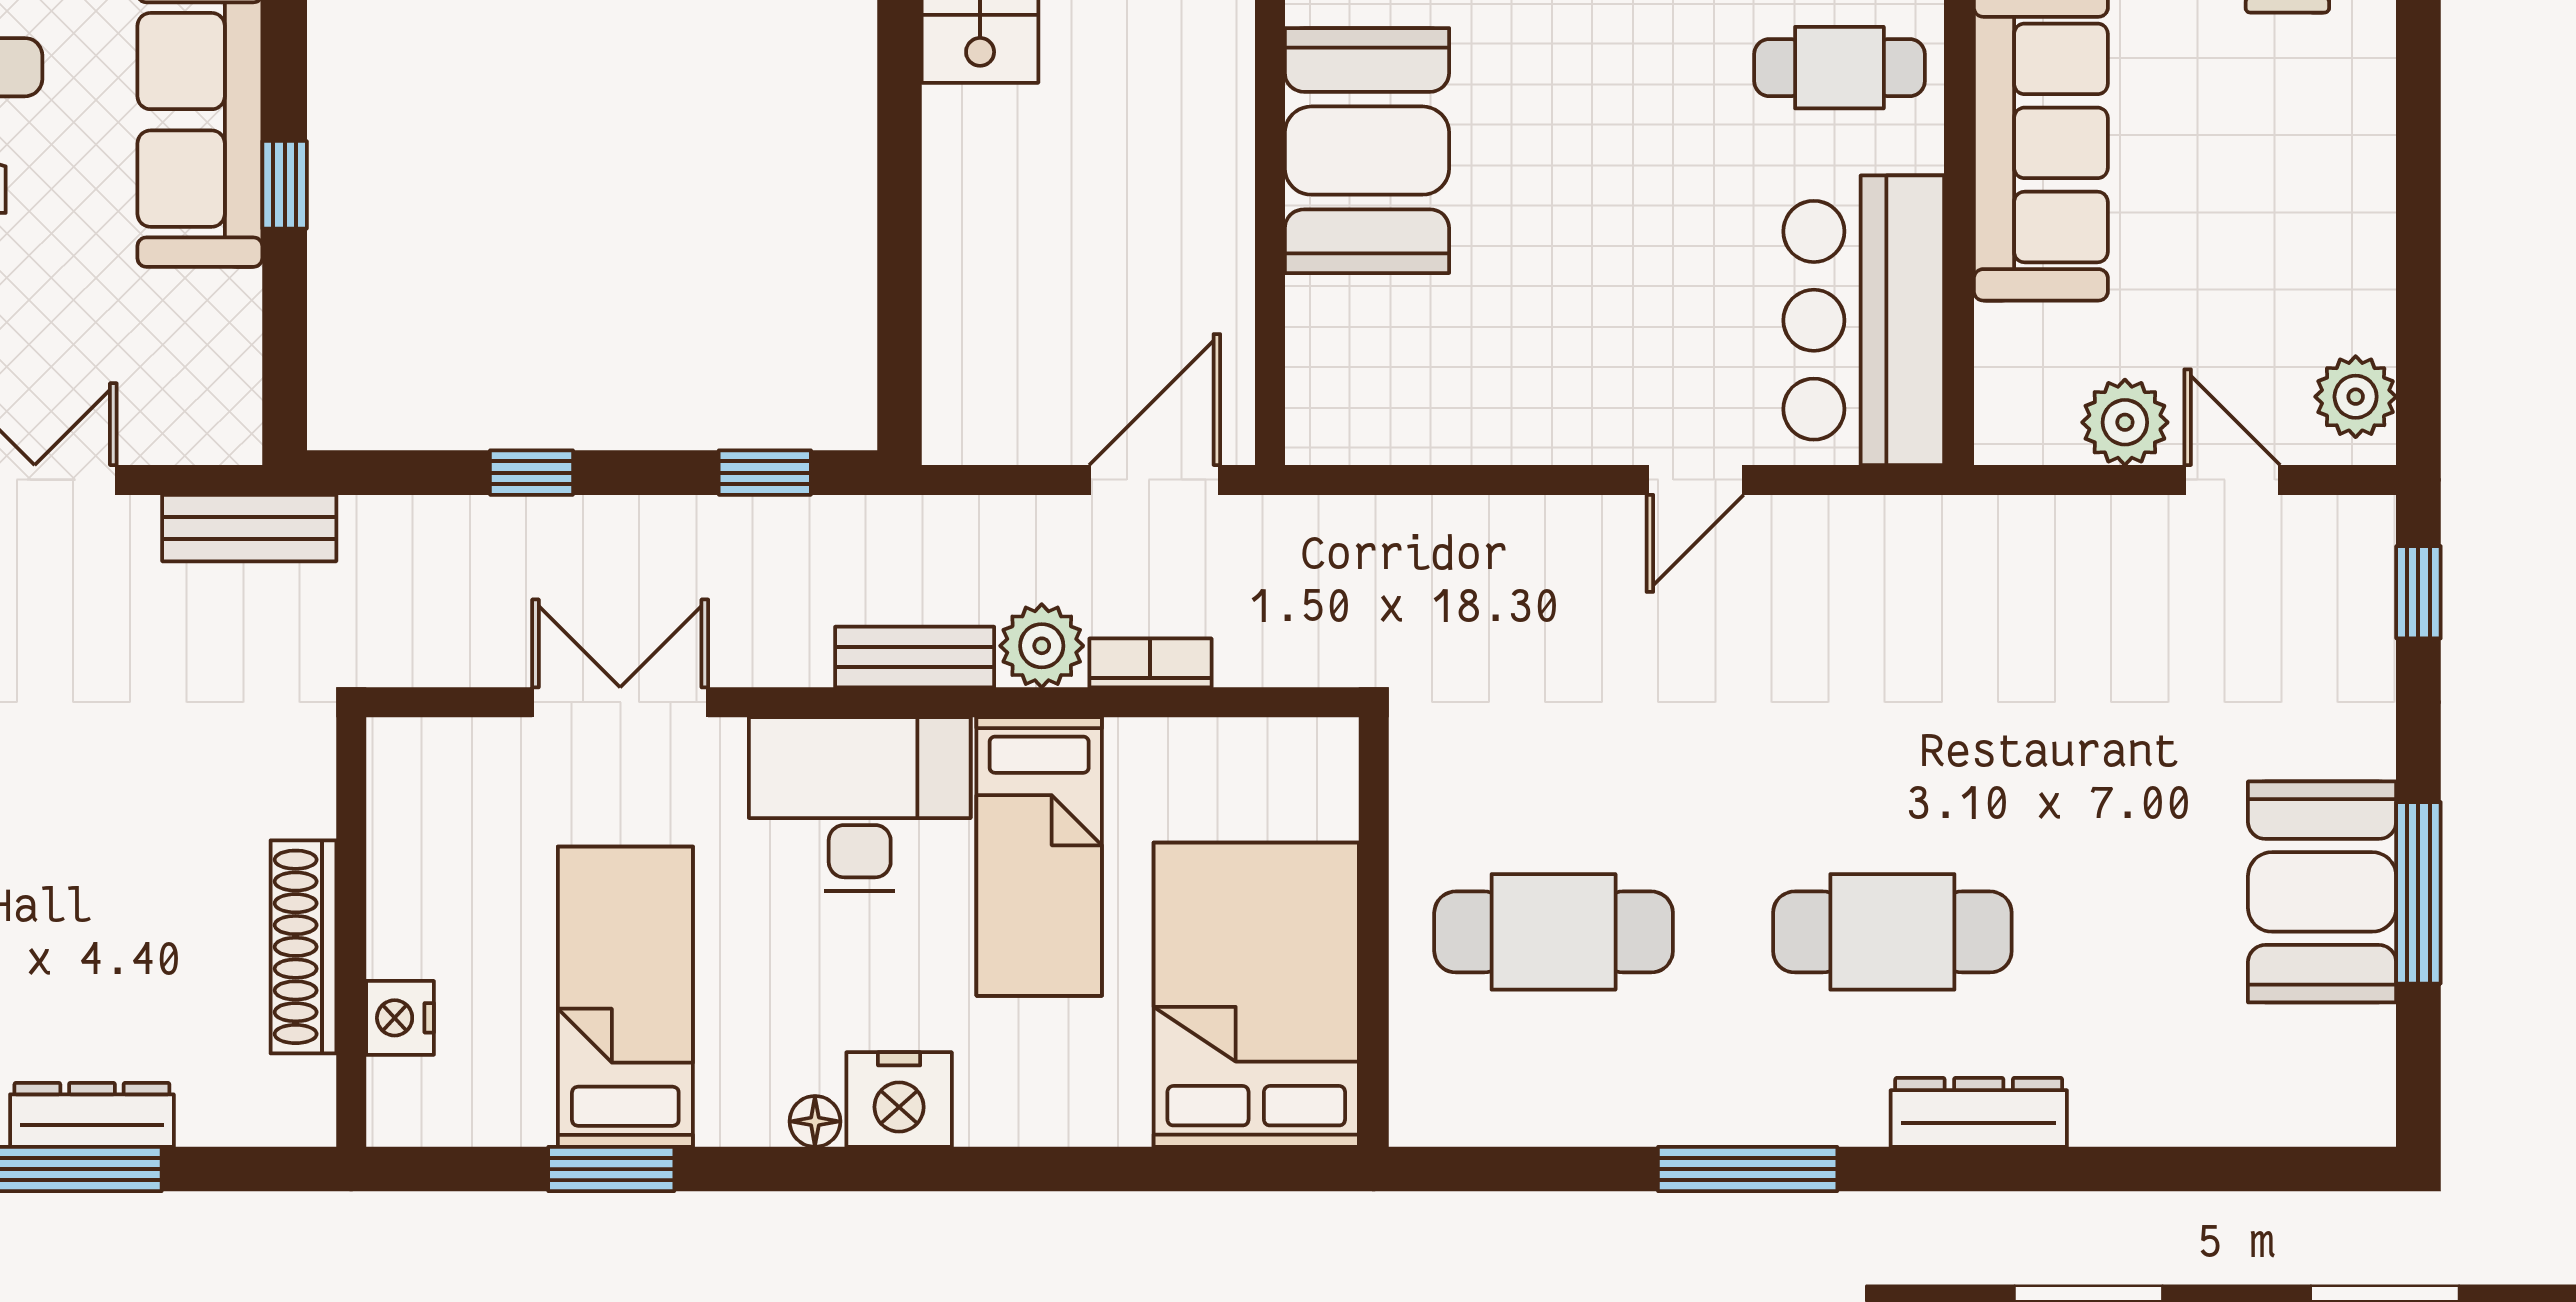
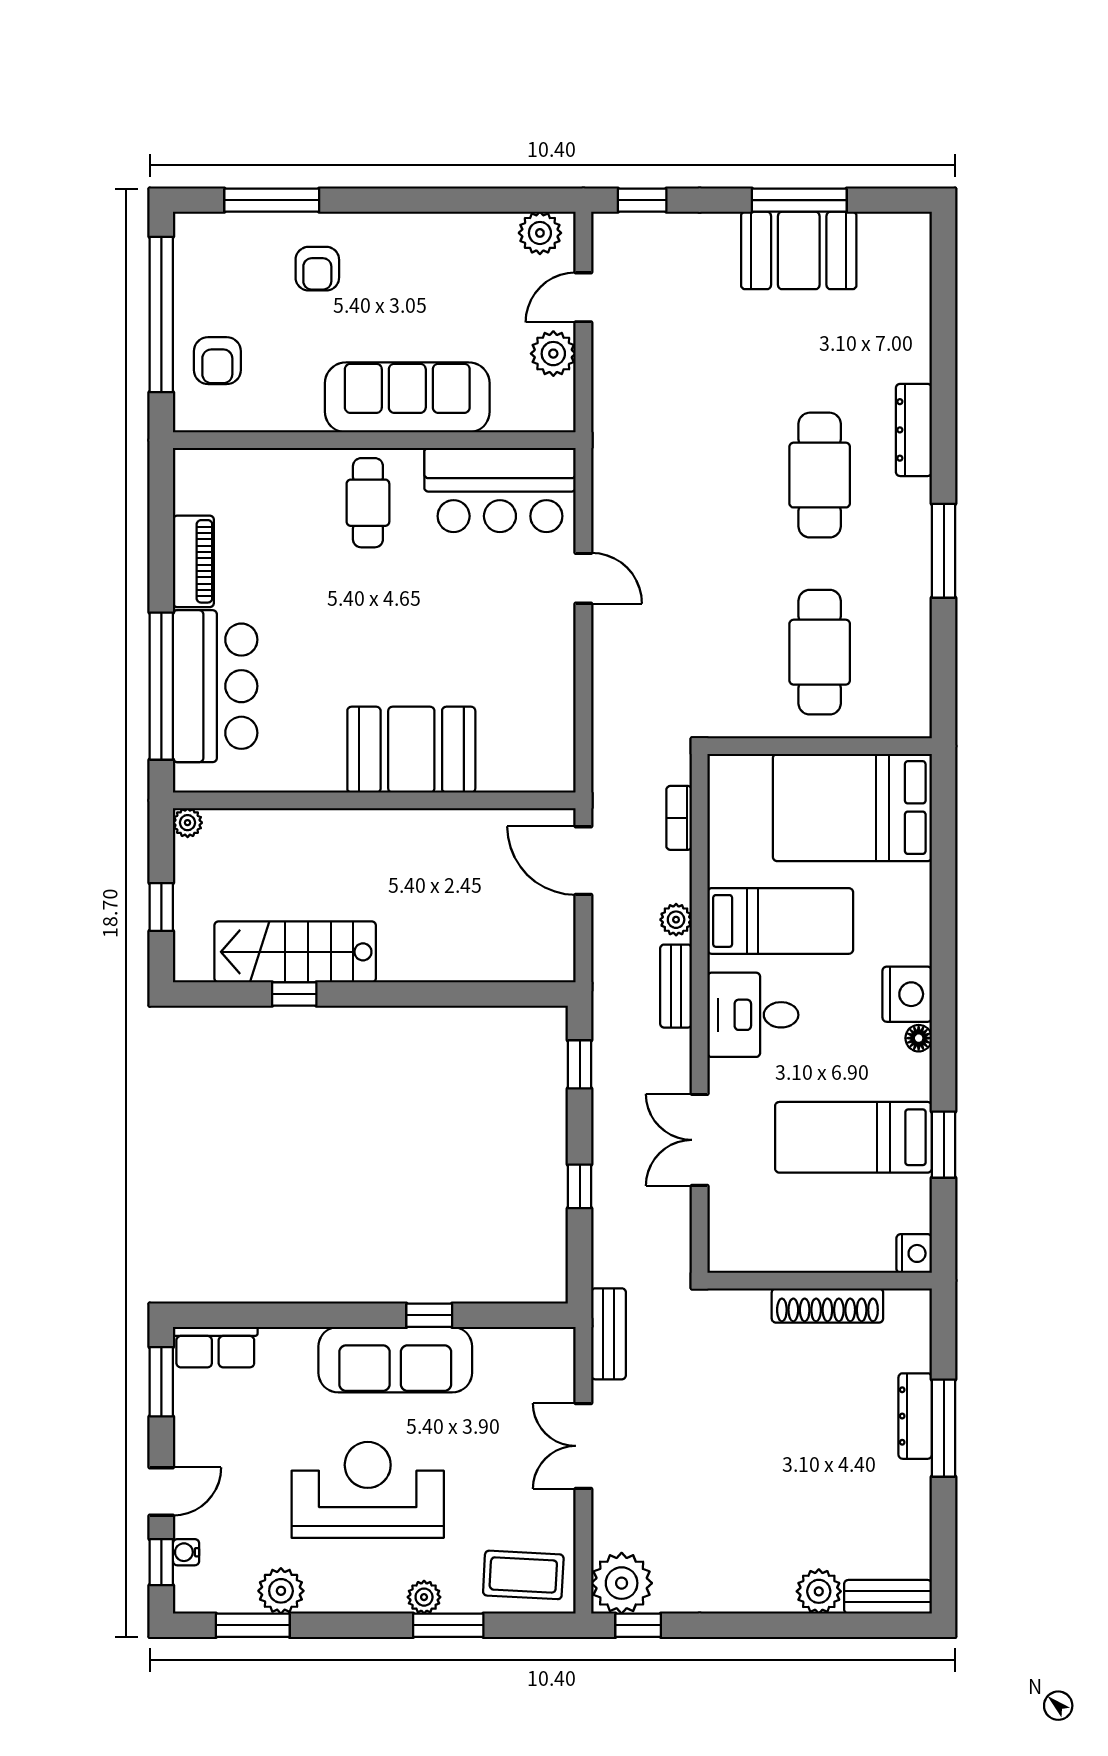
plant: (1042, 646) -> (676, 920), width x0.73, depth x0.73
bookcase: (1150, 663) -> (679, 818), moved
desk: (860, 804) -> (753, 1015), width x0.73
nightstand: (400, 1018) -> (914, 1253), moved, turned -90

